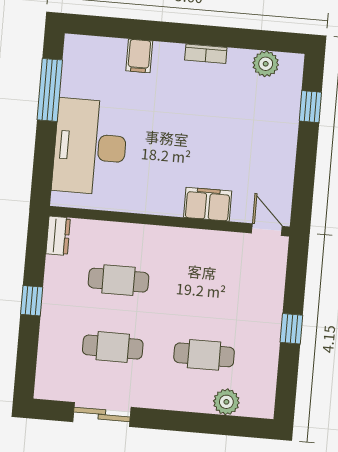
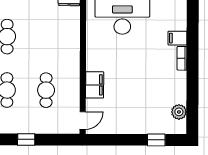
bookcase: (206, 54) -> (182, 58), moved
cafe table: (118, 280) -> (46, 90), moved

